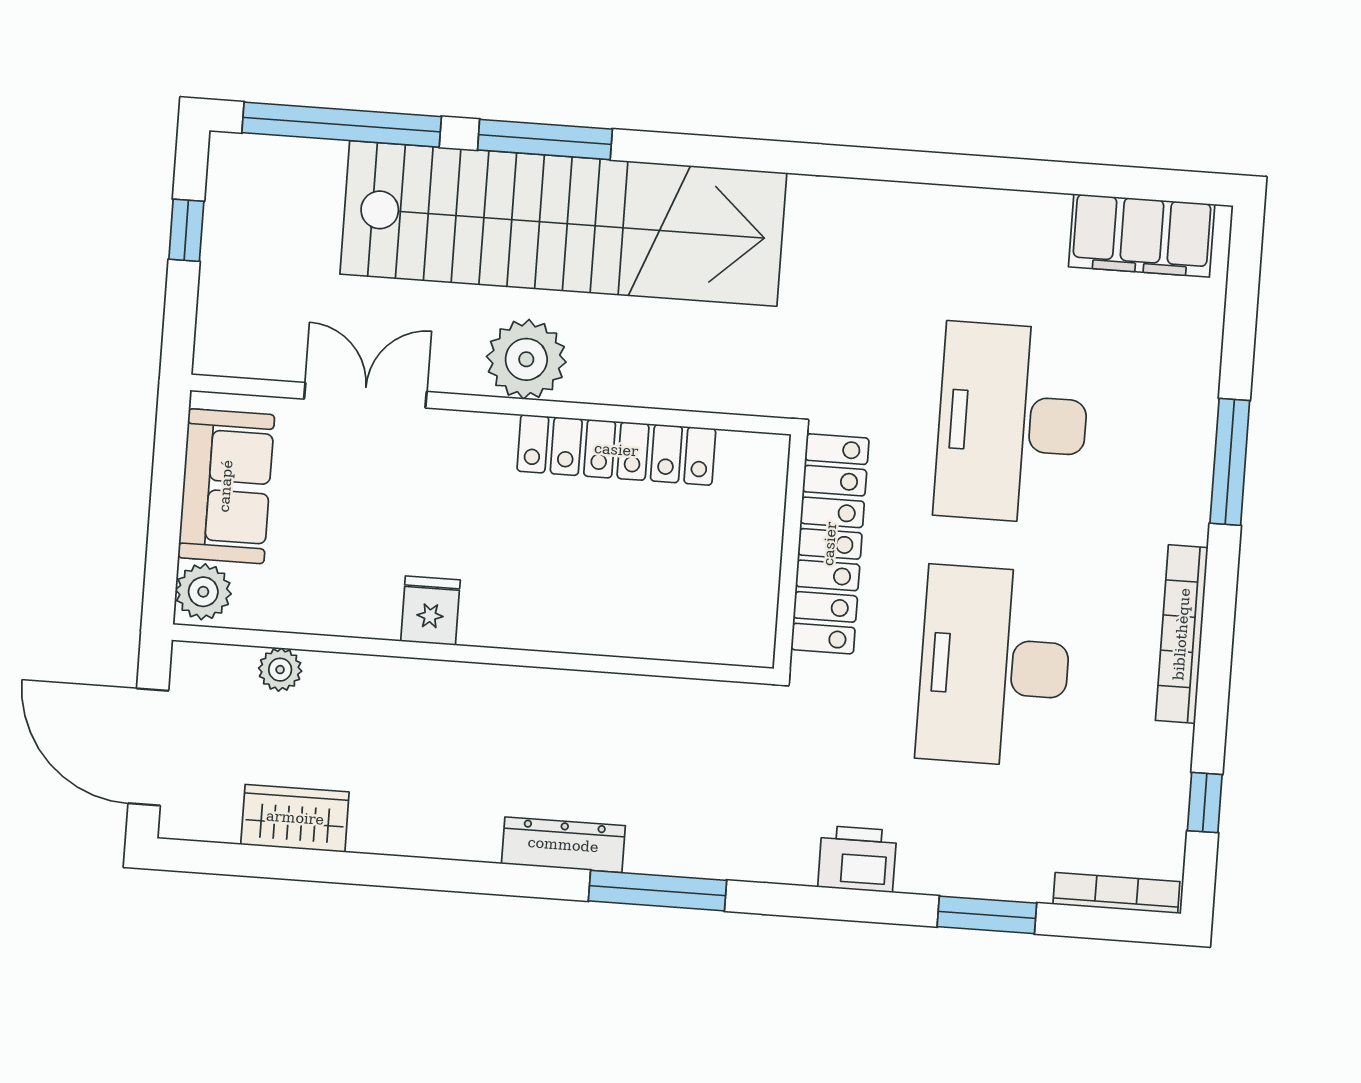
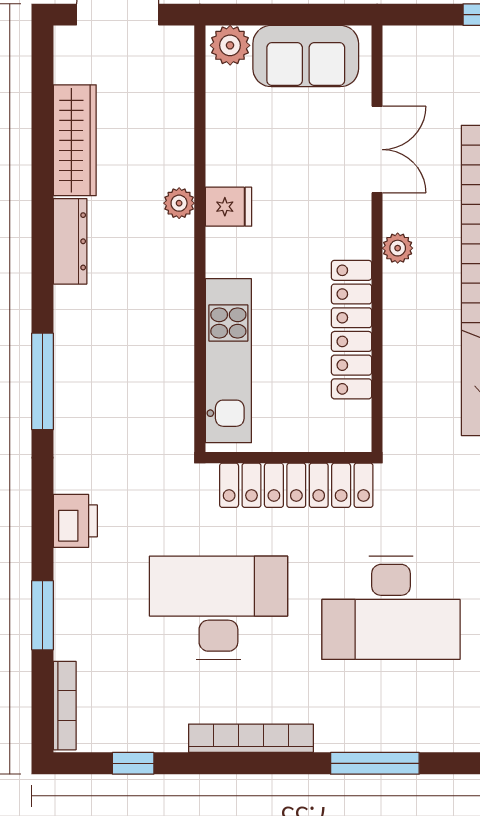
plant: (526, 359) -> (398, 248), width x0.53, depth x0.53
desk: (1012, 423) -> (391, 608), turned 180
kitchen unit: (647, 627) -> (228, 361), added
plant: (280, 670) -> (179, 203), moved
wardrobe: (295, 818) -> (75, 140), width x1.50
dresser: (563, 845) -> (70, 241), moved

